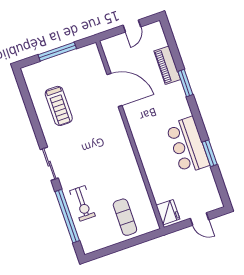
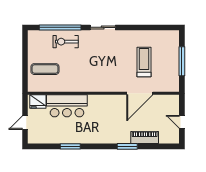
treadmill: (59, 106) -> (144, 62), moved, turned 90
bar counter: (188, 145) -> (67, 106), moved, turned 180

